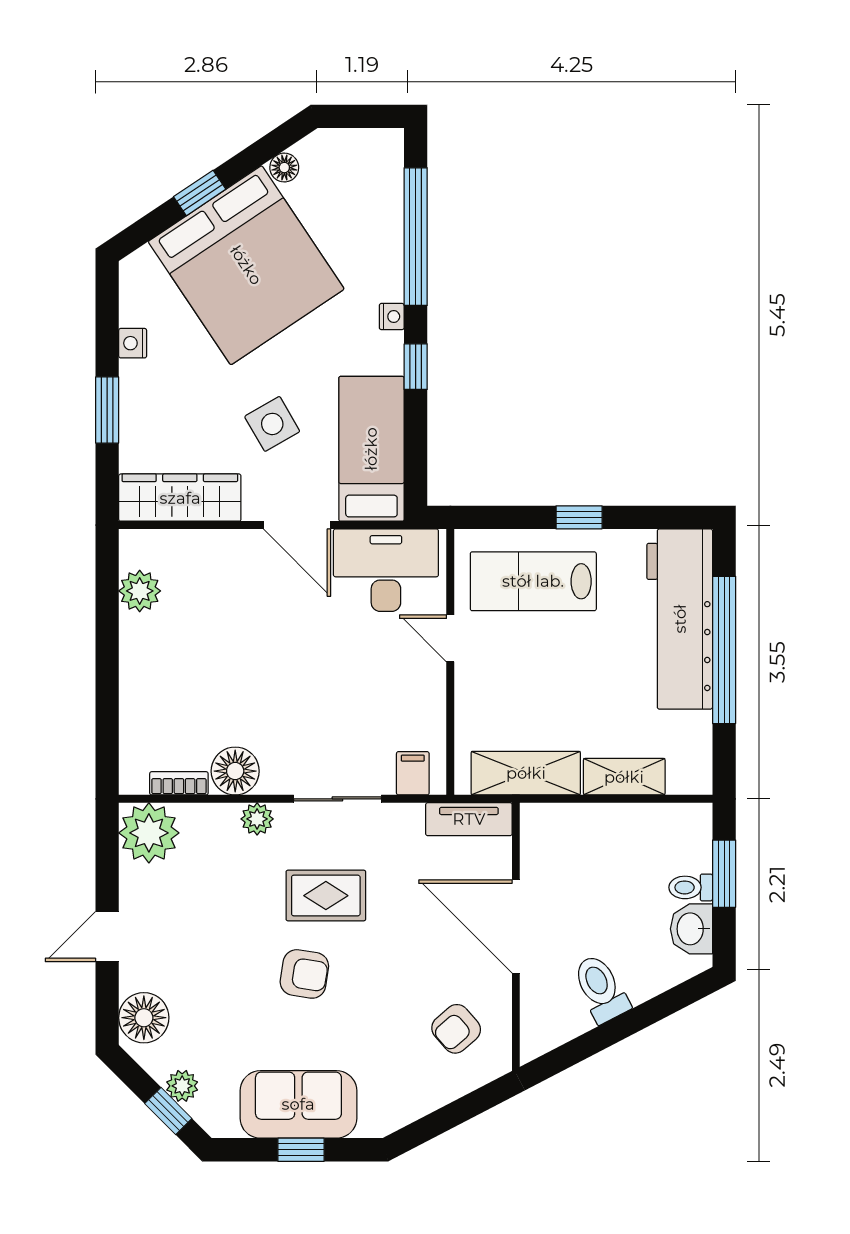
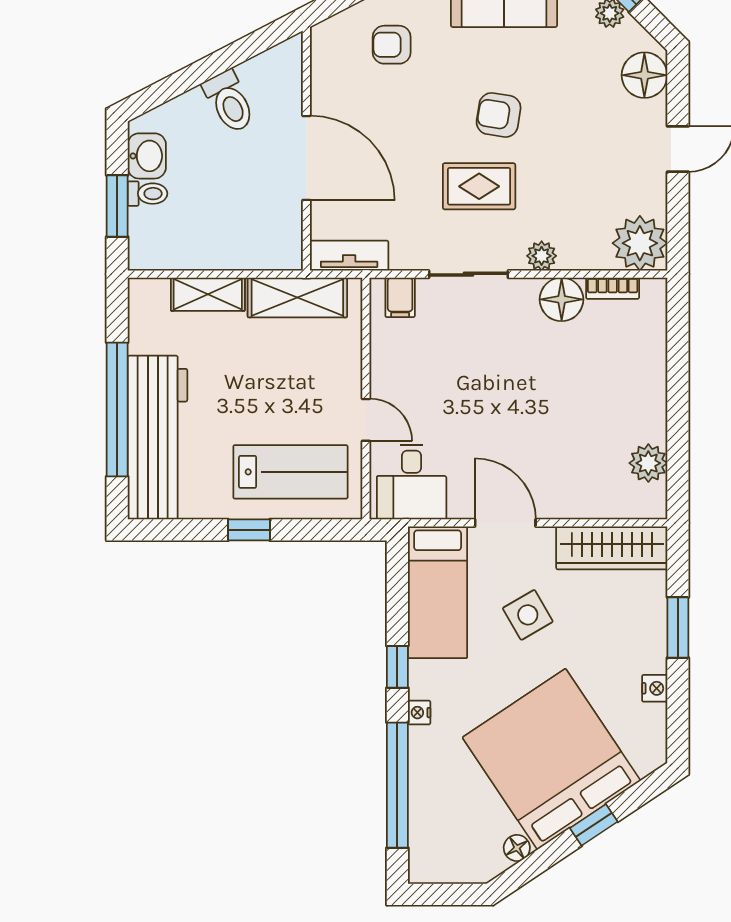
desk: (386, 570) -> (412, 482), width x0.73
armchair: (456, 1029) -> (392, 45), moved, turned -139

